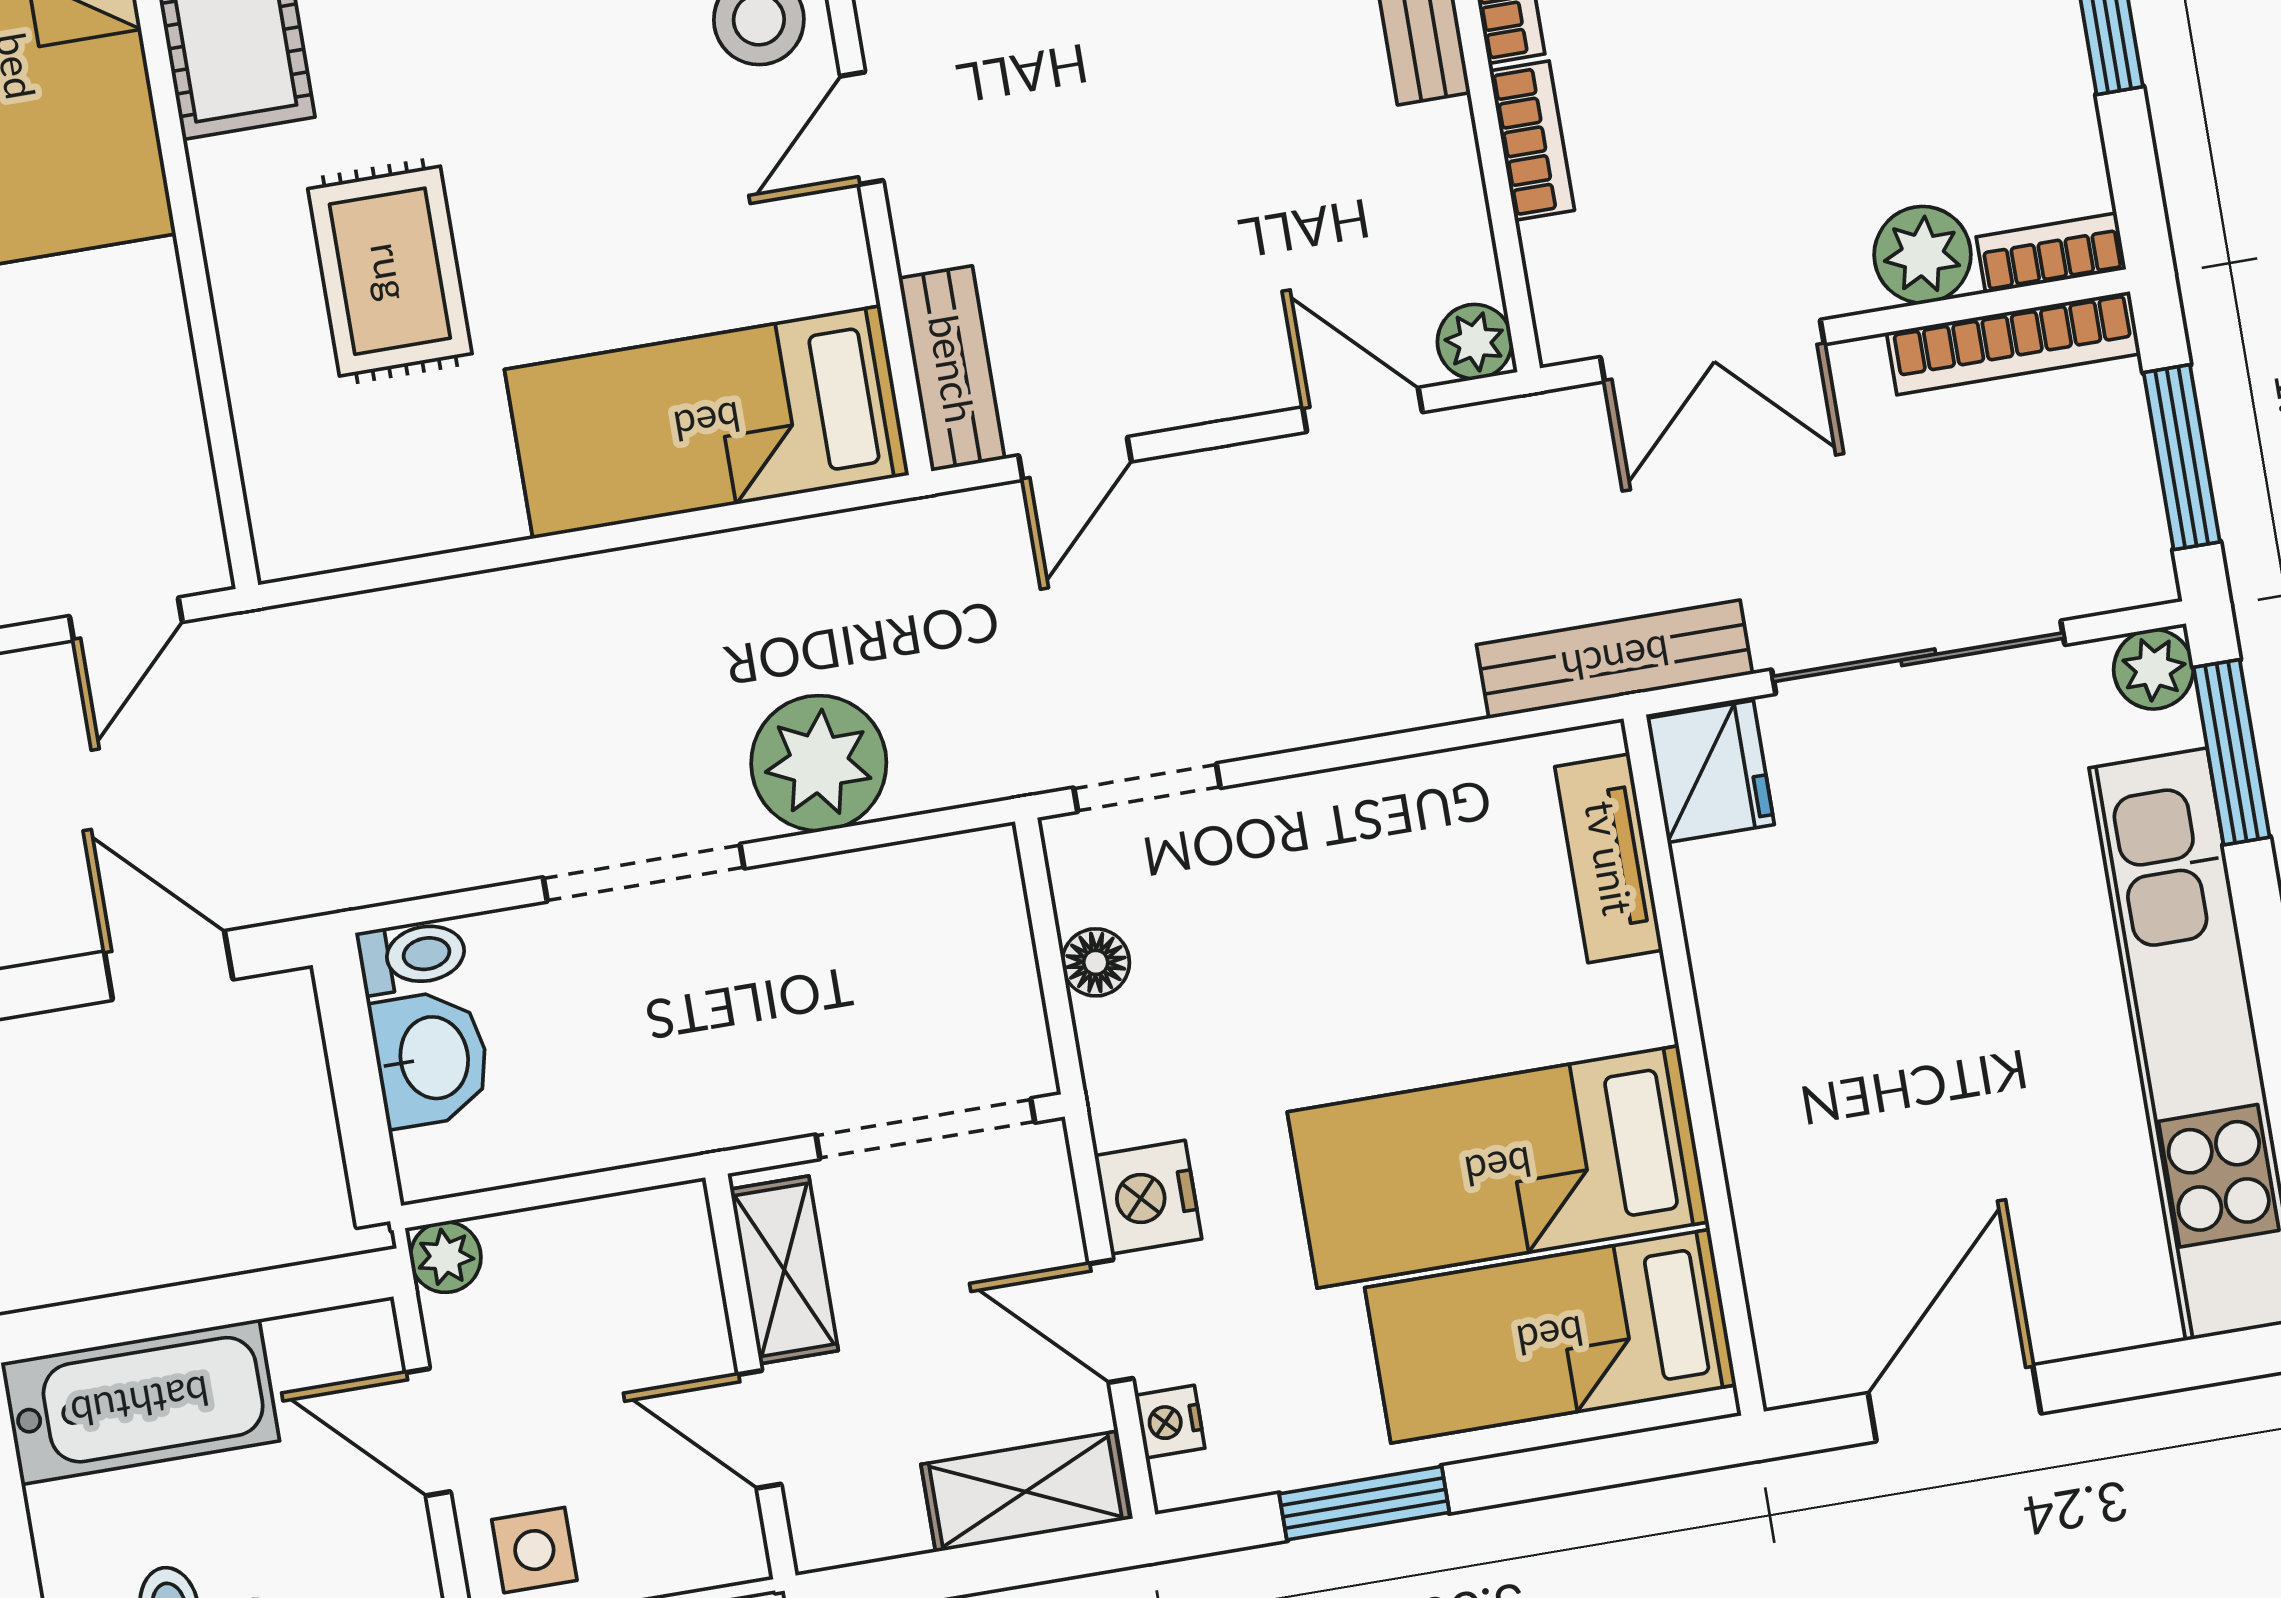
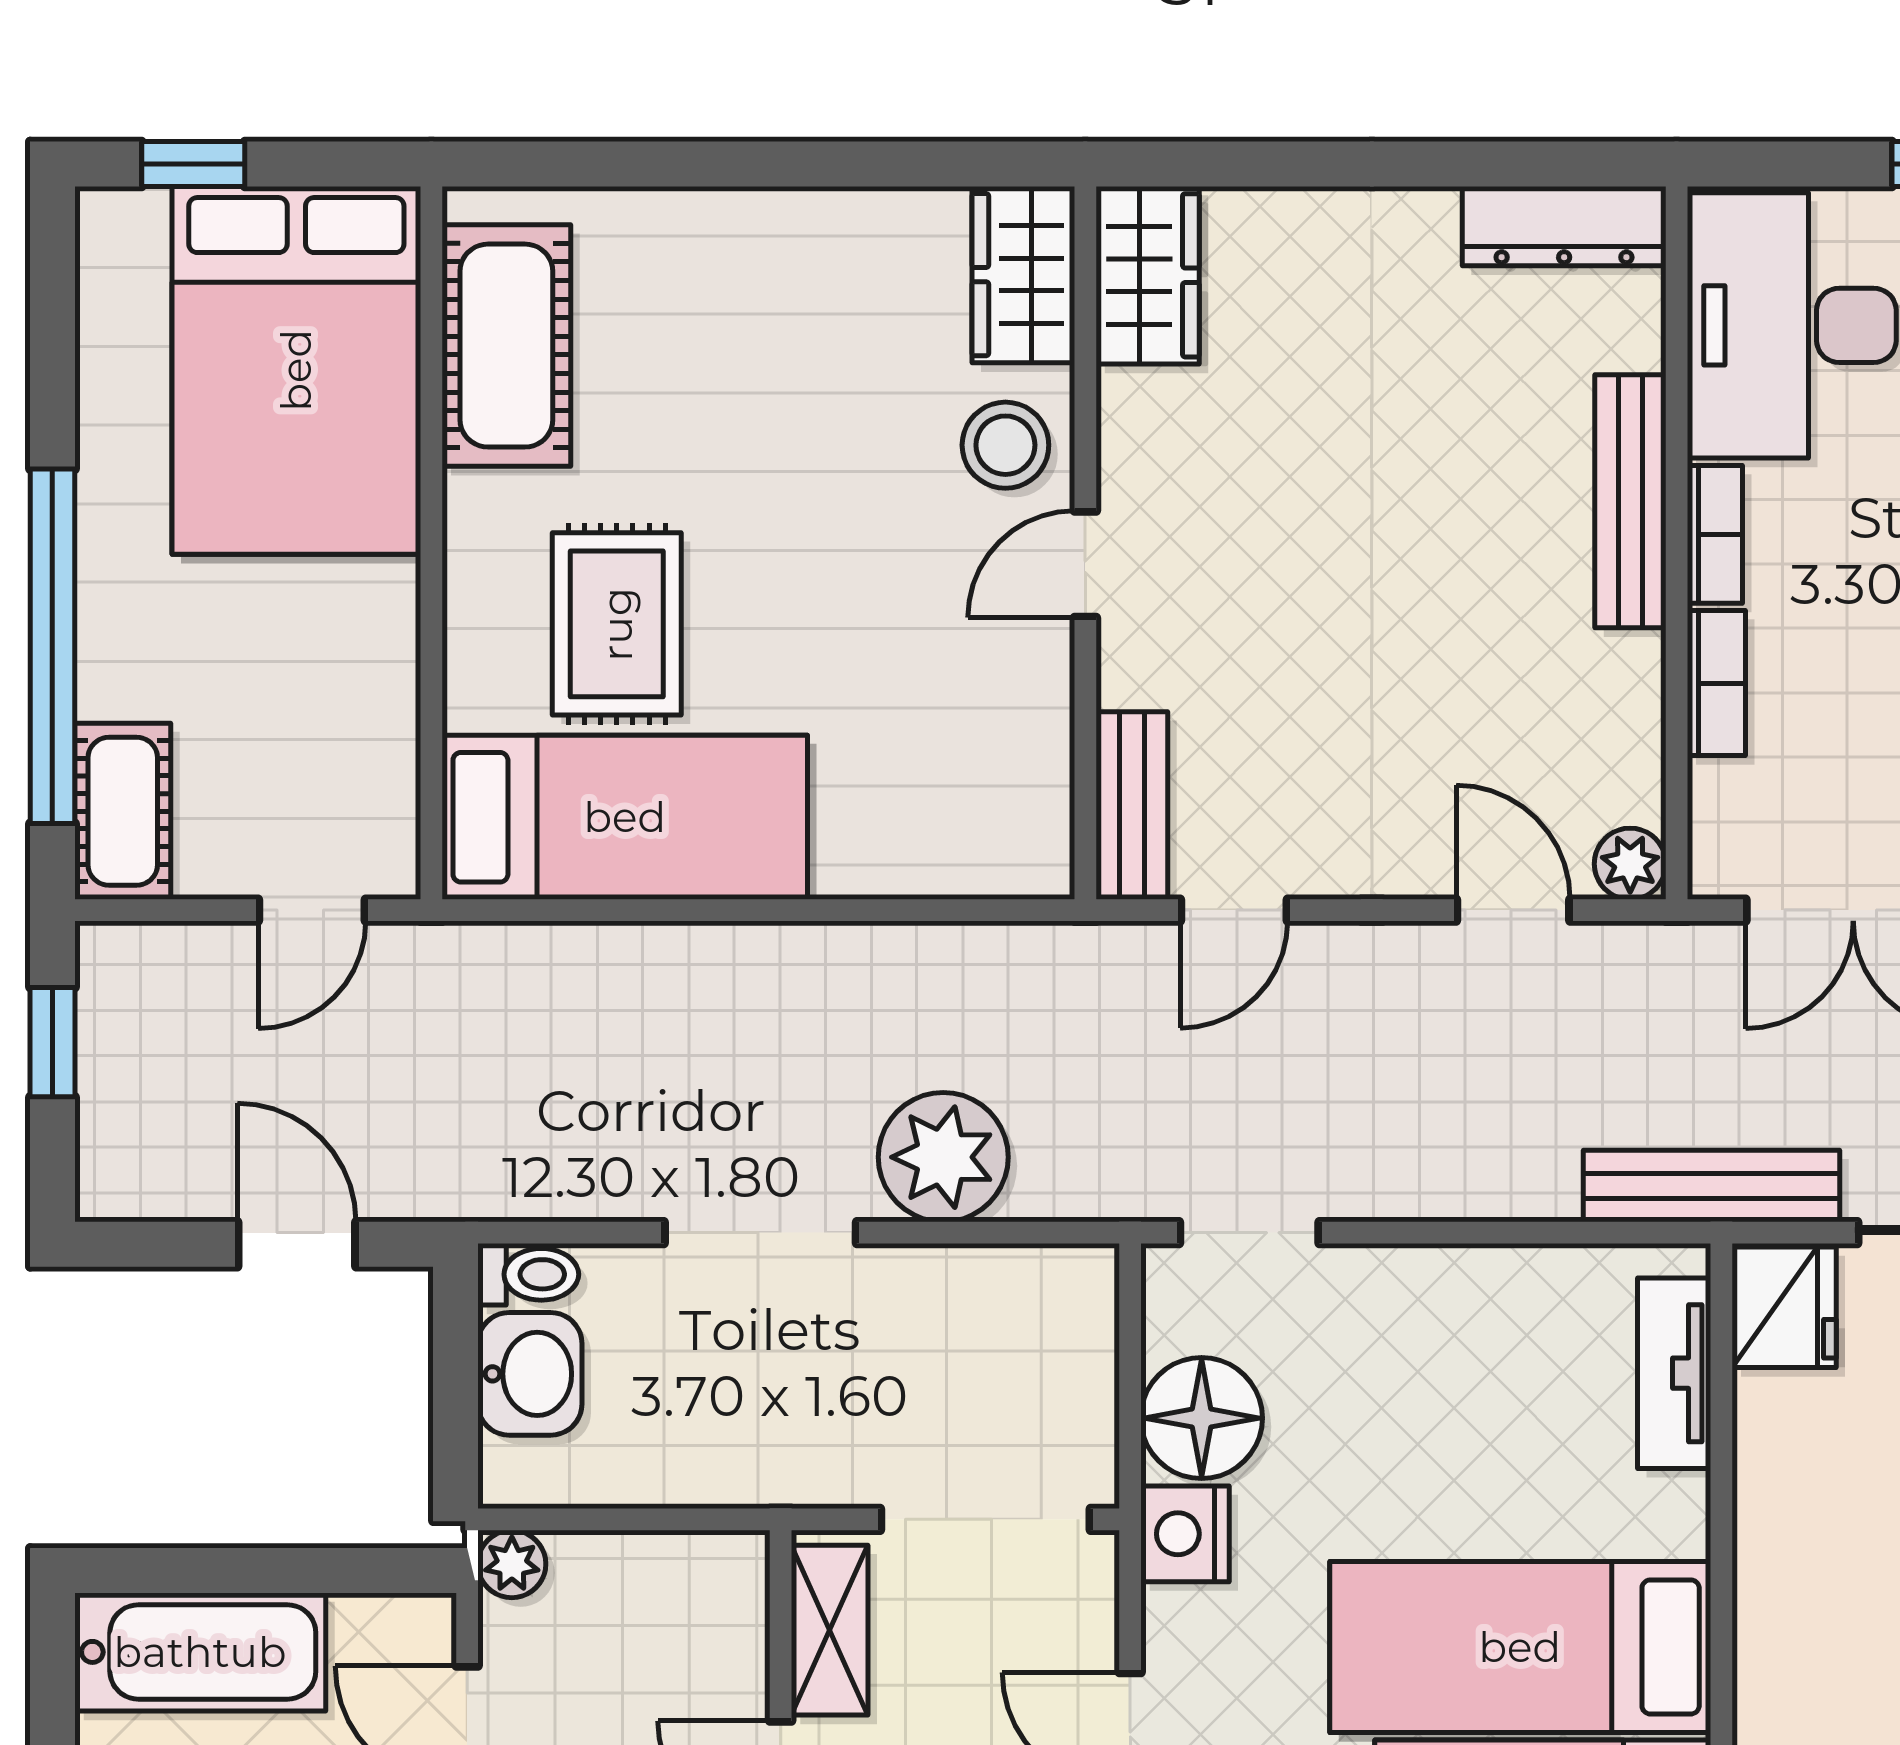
bed: (707, 422) -> (625, 817), moved, turned 180
floor lamp: (1096, 962) -> (1202, 1418), width x1.89, depth x1.89
nightstand: (1148, 1197) -> (1185, 1534), moved

